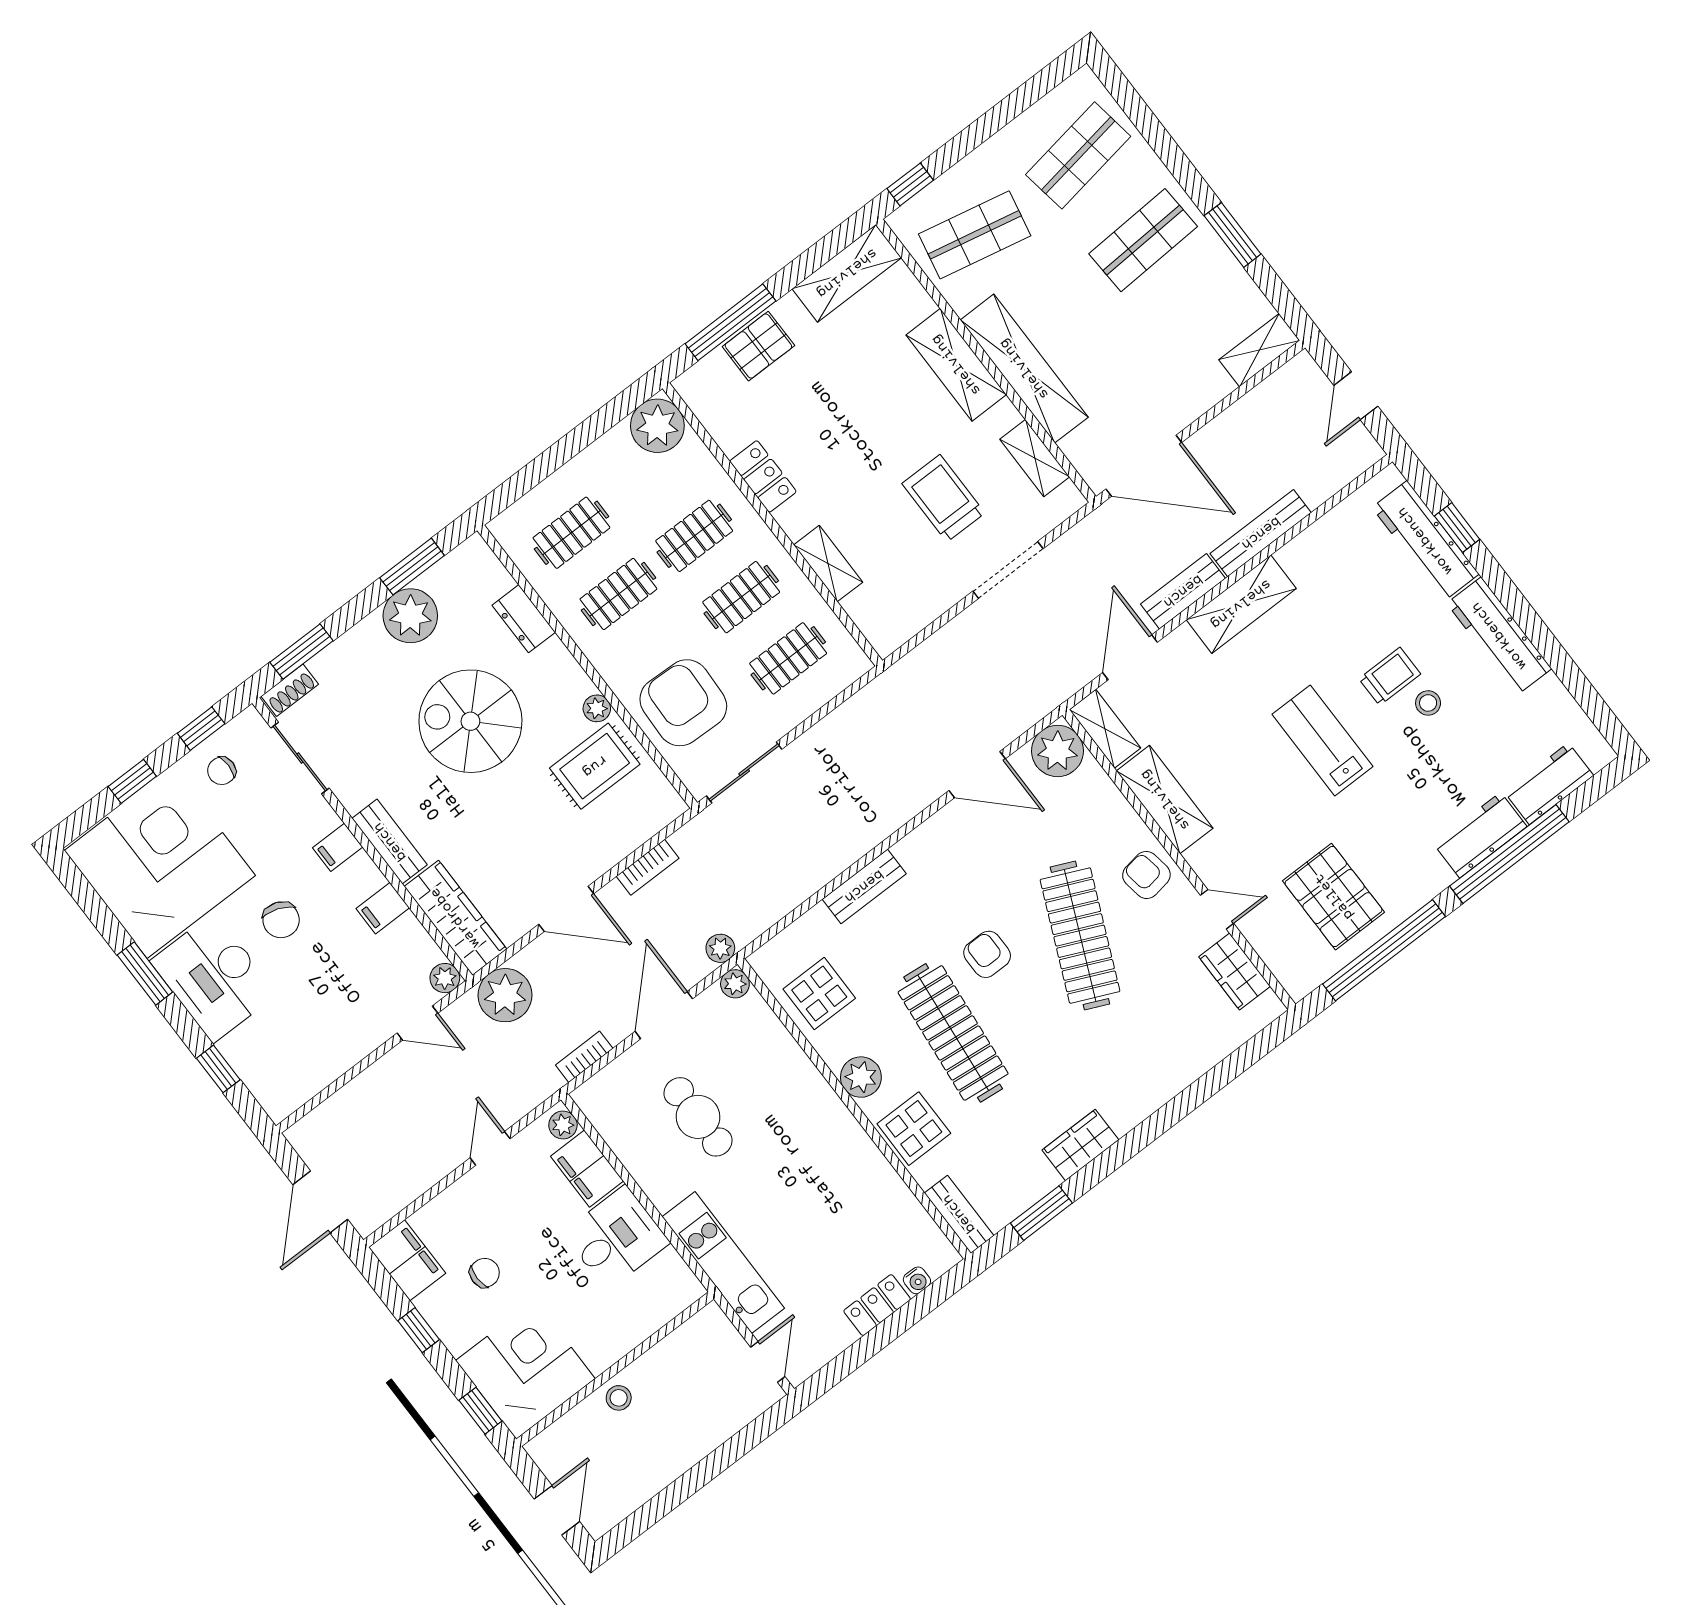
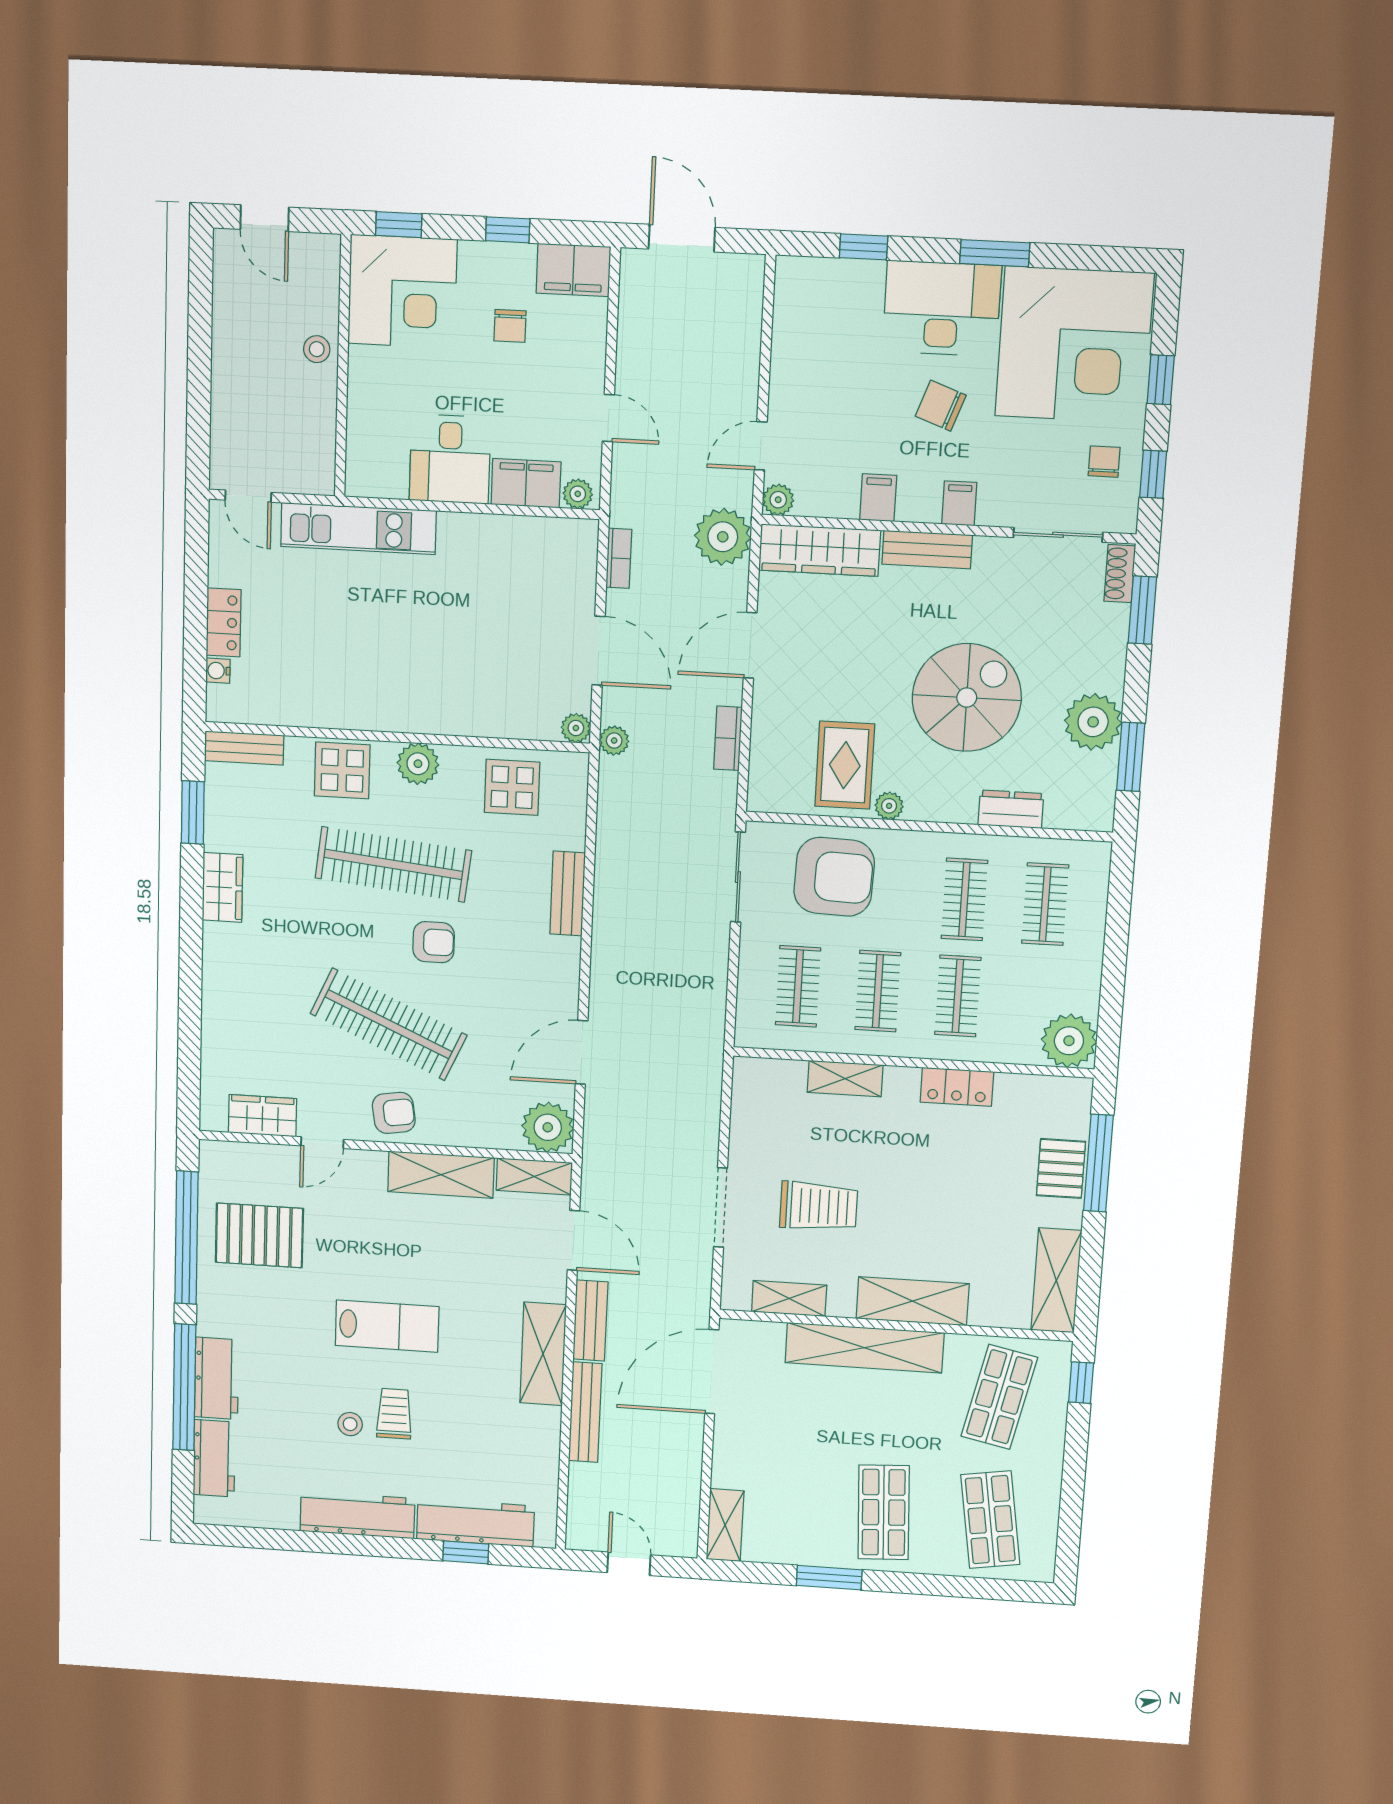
trolley: (1390, 676) -> (394, 1414), turned 180
cafe table: (698, 1117) -> (493, 608), removed

